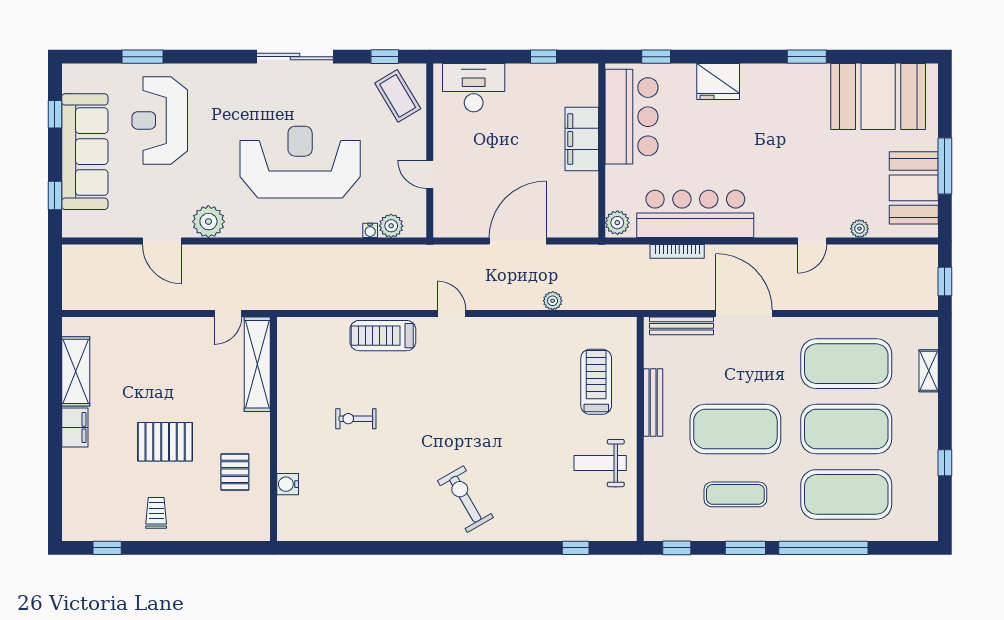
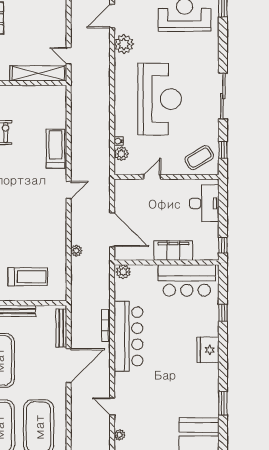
bar counter: (632, 117) -> (187, 280), moved
filing cabinet: (582, 139) -> (173, 251), moved
wall: (602, 151) -> (166, 263), moved
plant: (617, 223) -> (123, 272), moved

